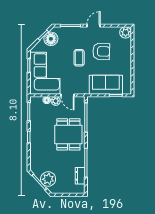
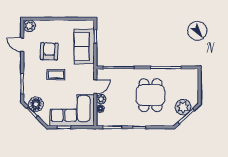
door: (94, 26) -> (22, 45), moved
dining table: (68, 134) -> (150, 95), moved, turned 90
dresser: (80, 176) -> (180, 73), removed

